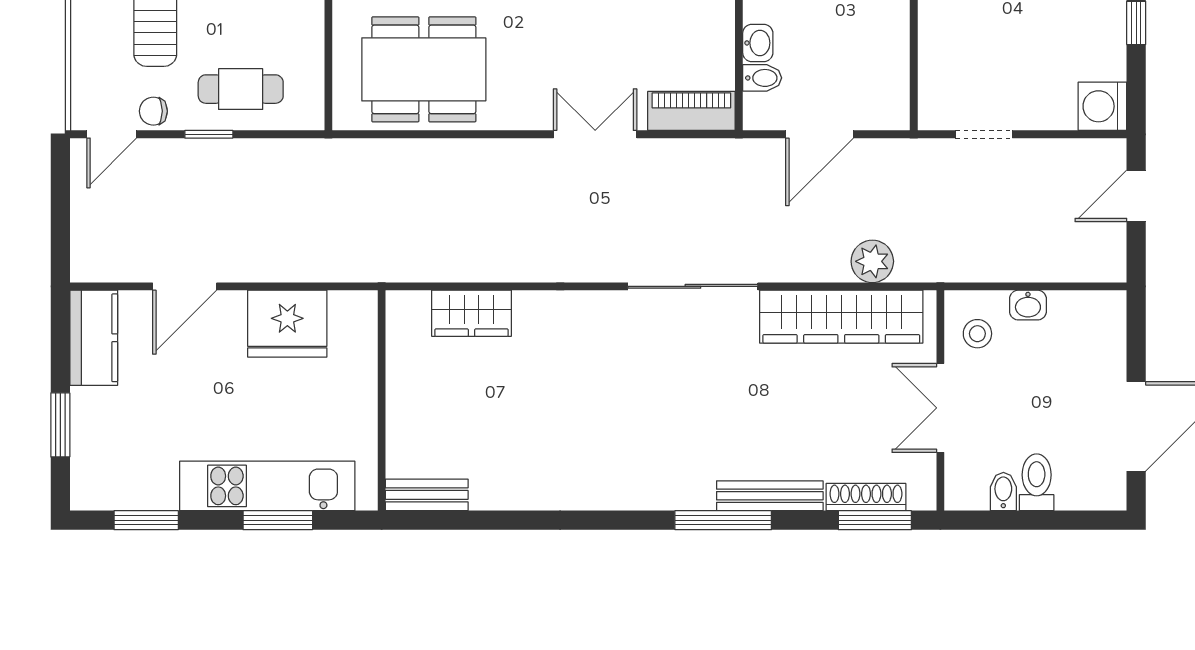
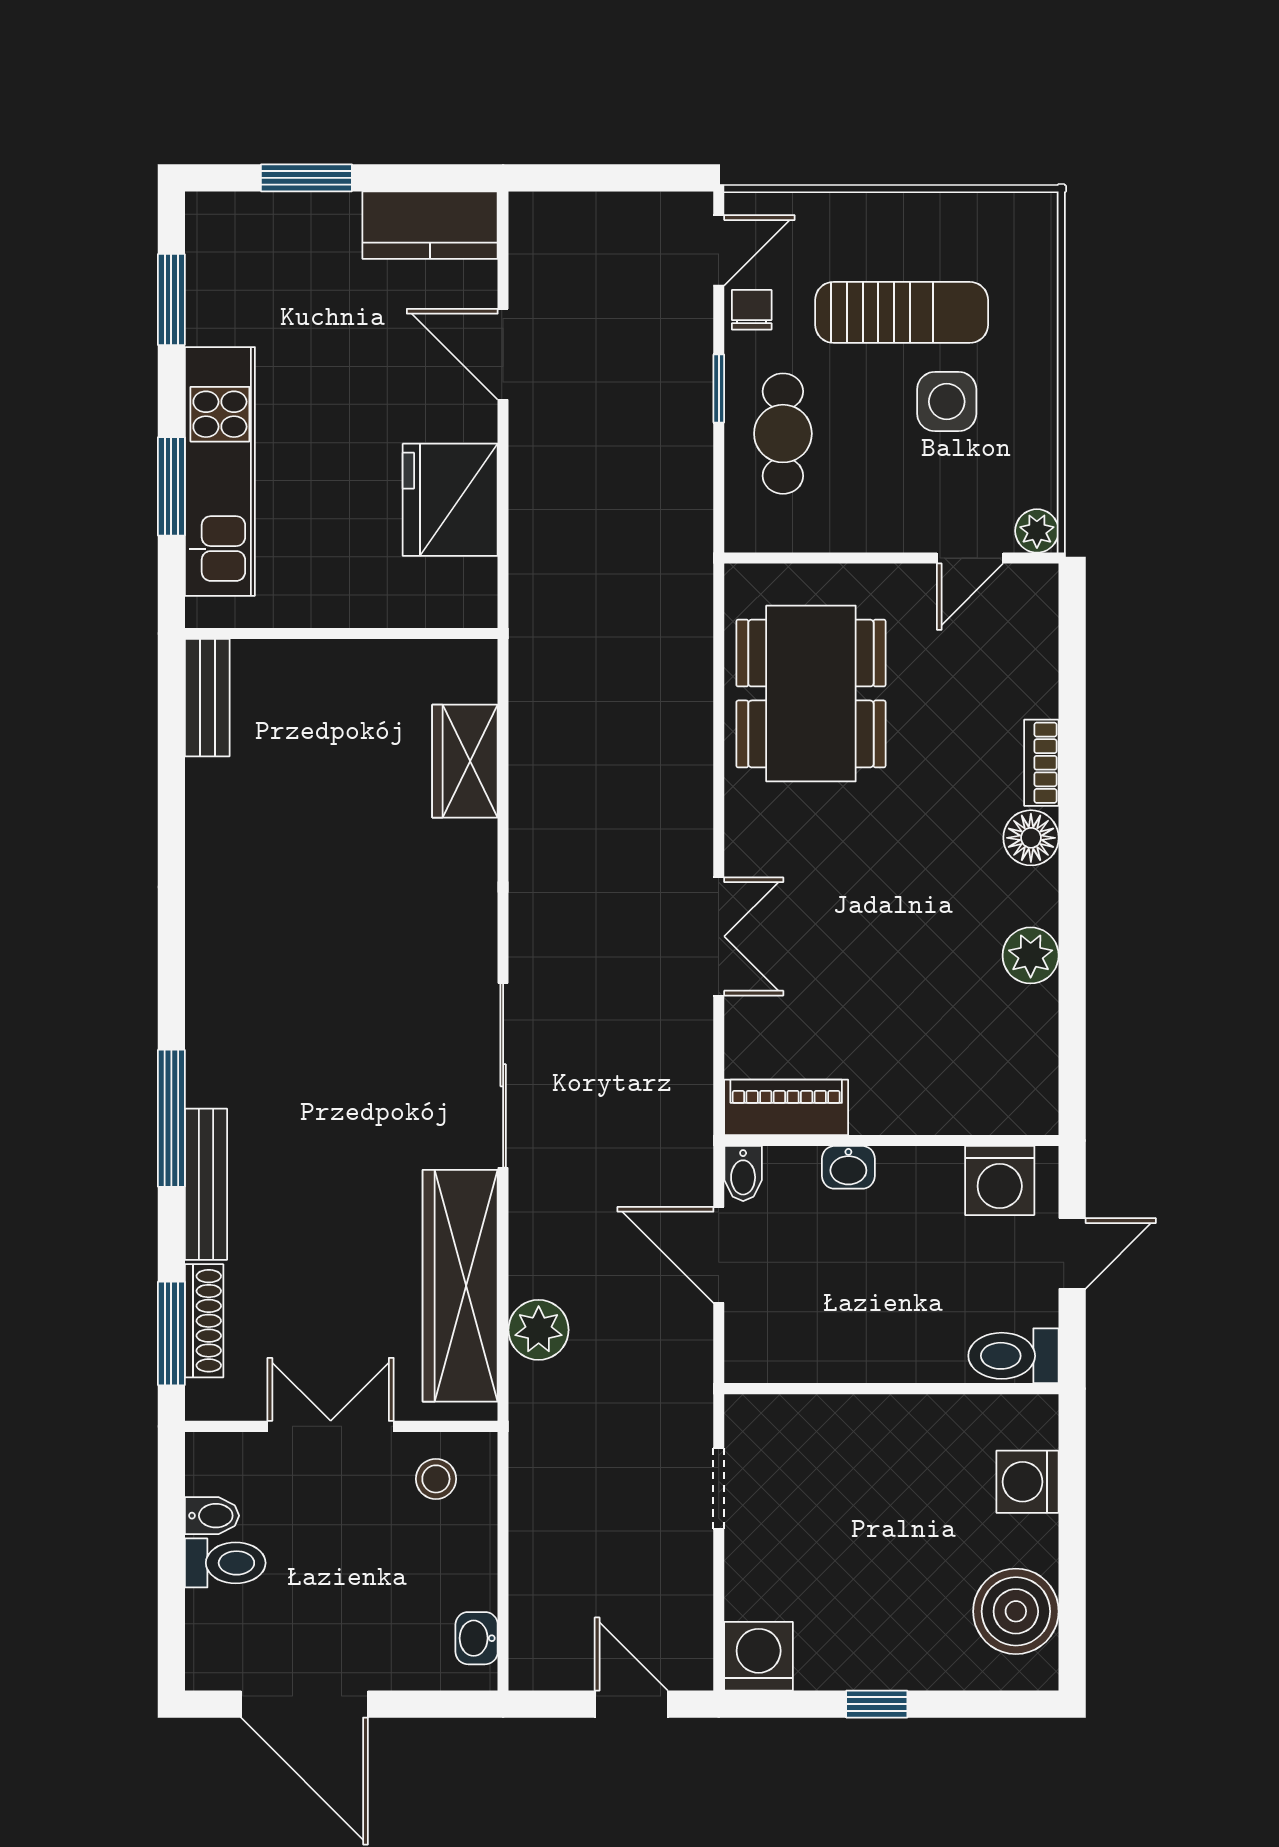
bidet: (762, 78) -> (743, 1174), moved
piano: (691, 111) -> (786, 1107), moved, turned -90
door: (112, 134) -> (719, 250), swing flipped
washbasin: (1028, 305) -> (477, 1638), moved

